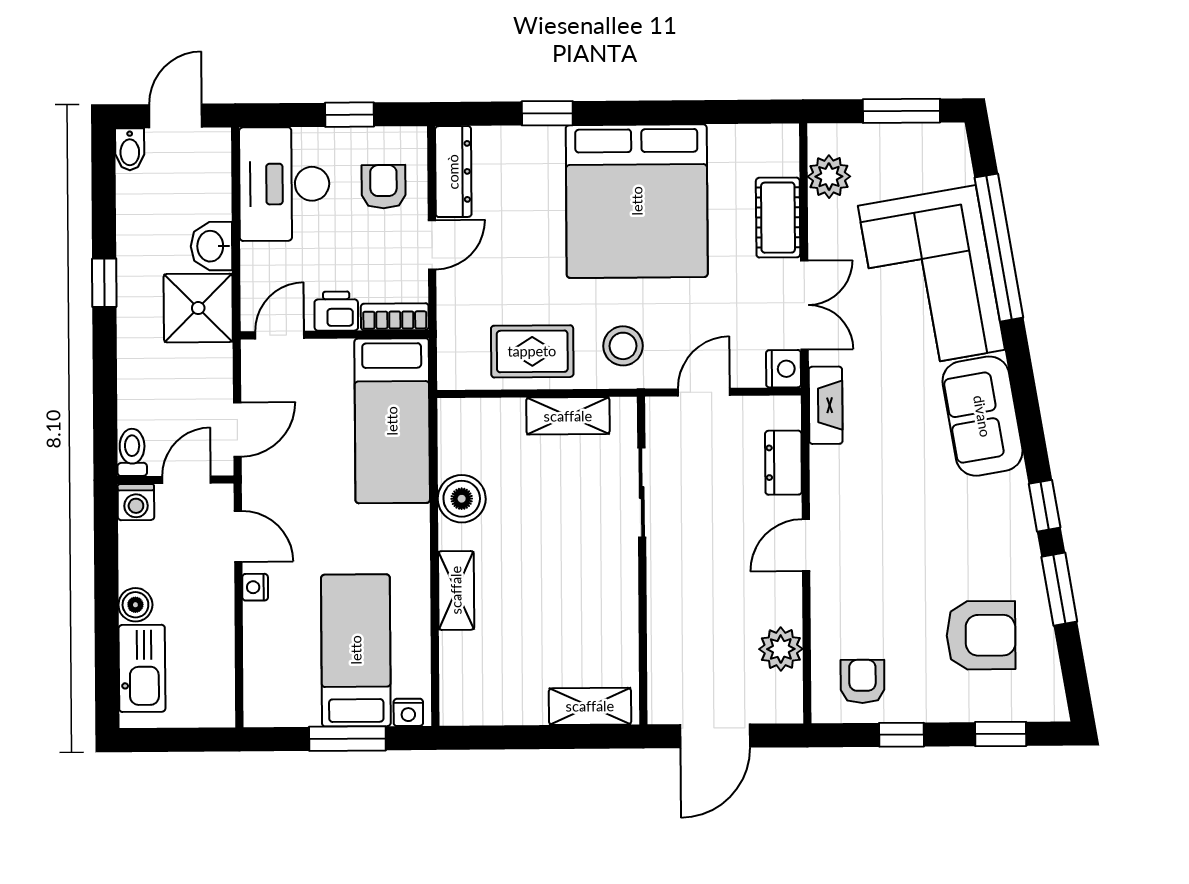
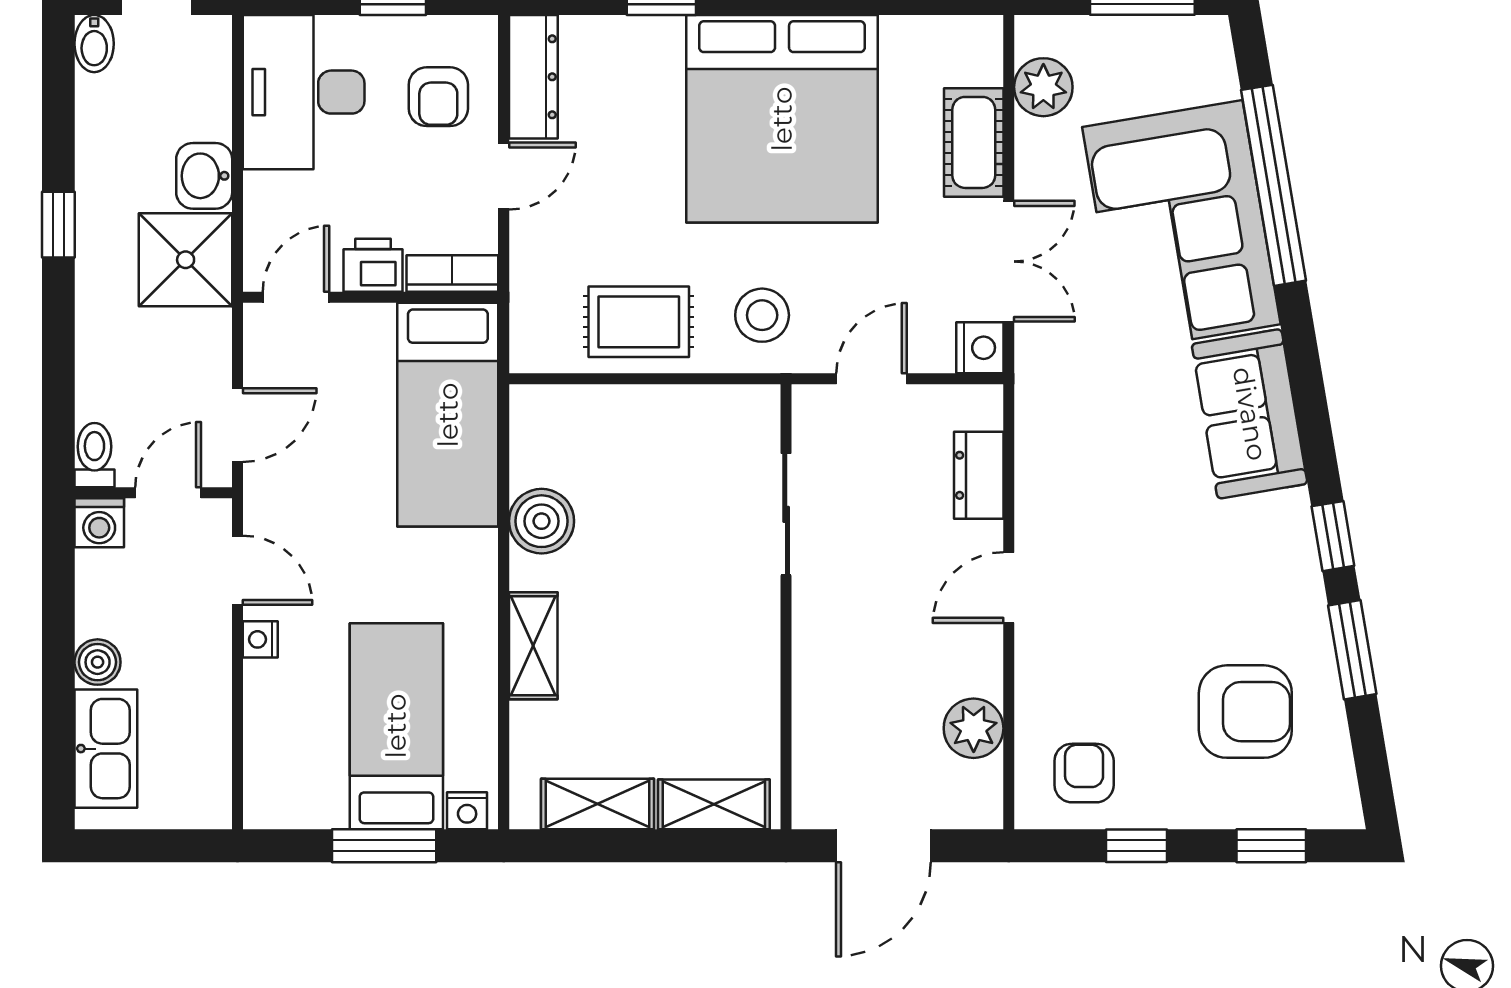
armchair: (383, 187) -> (438, 97), turned 180
fireplace: (826, 405) -> (1037, 398), removed
shelving: (568, 416) -> (597, 804), moved

